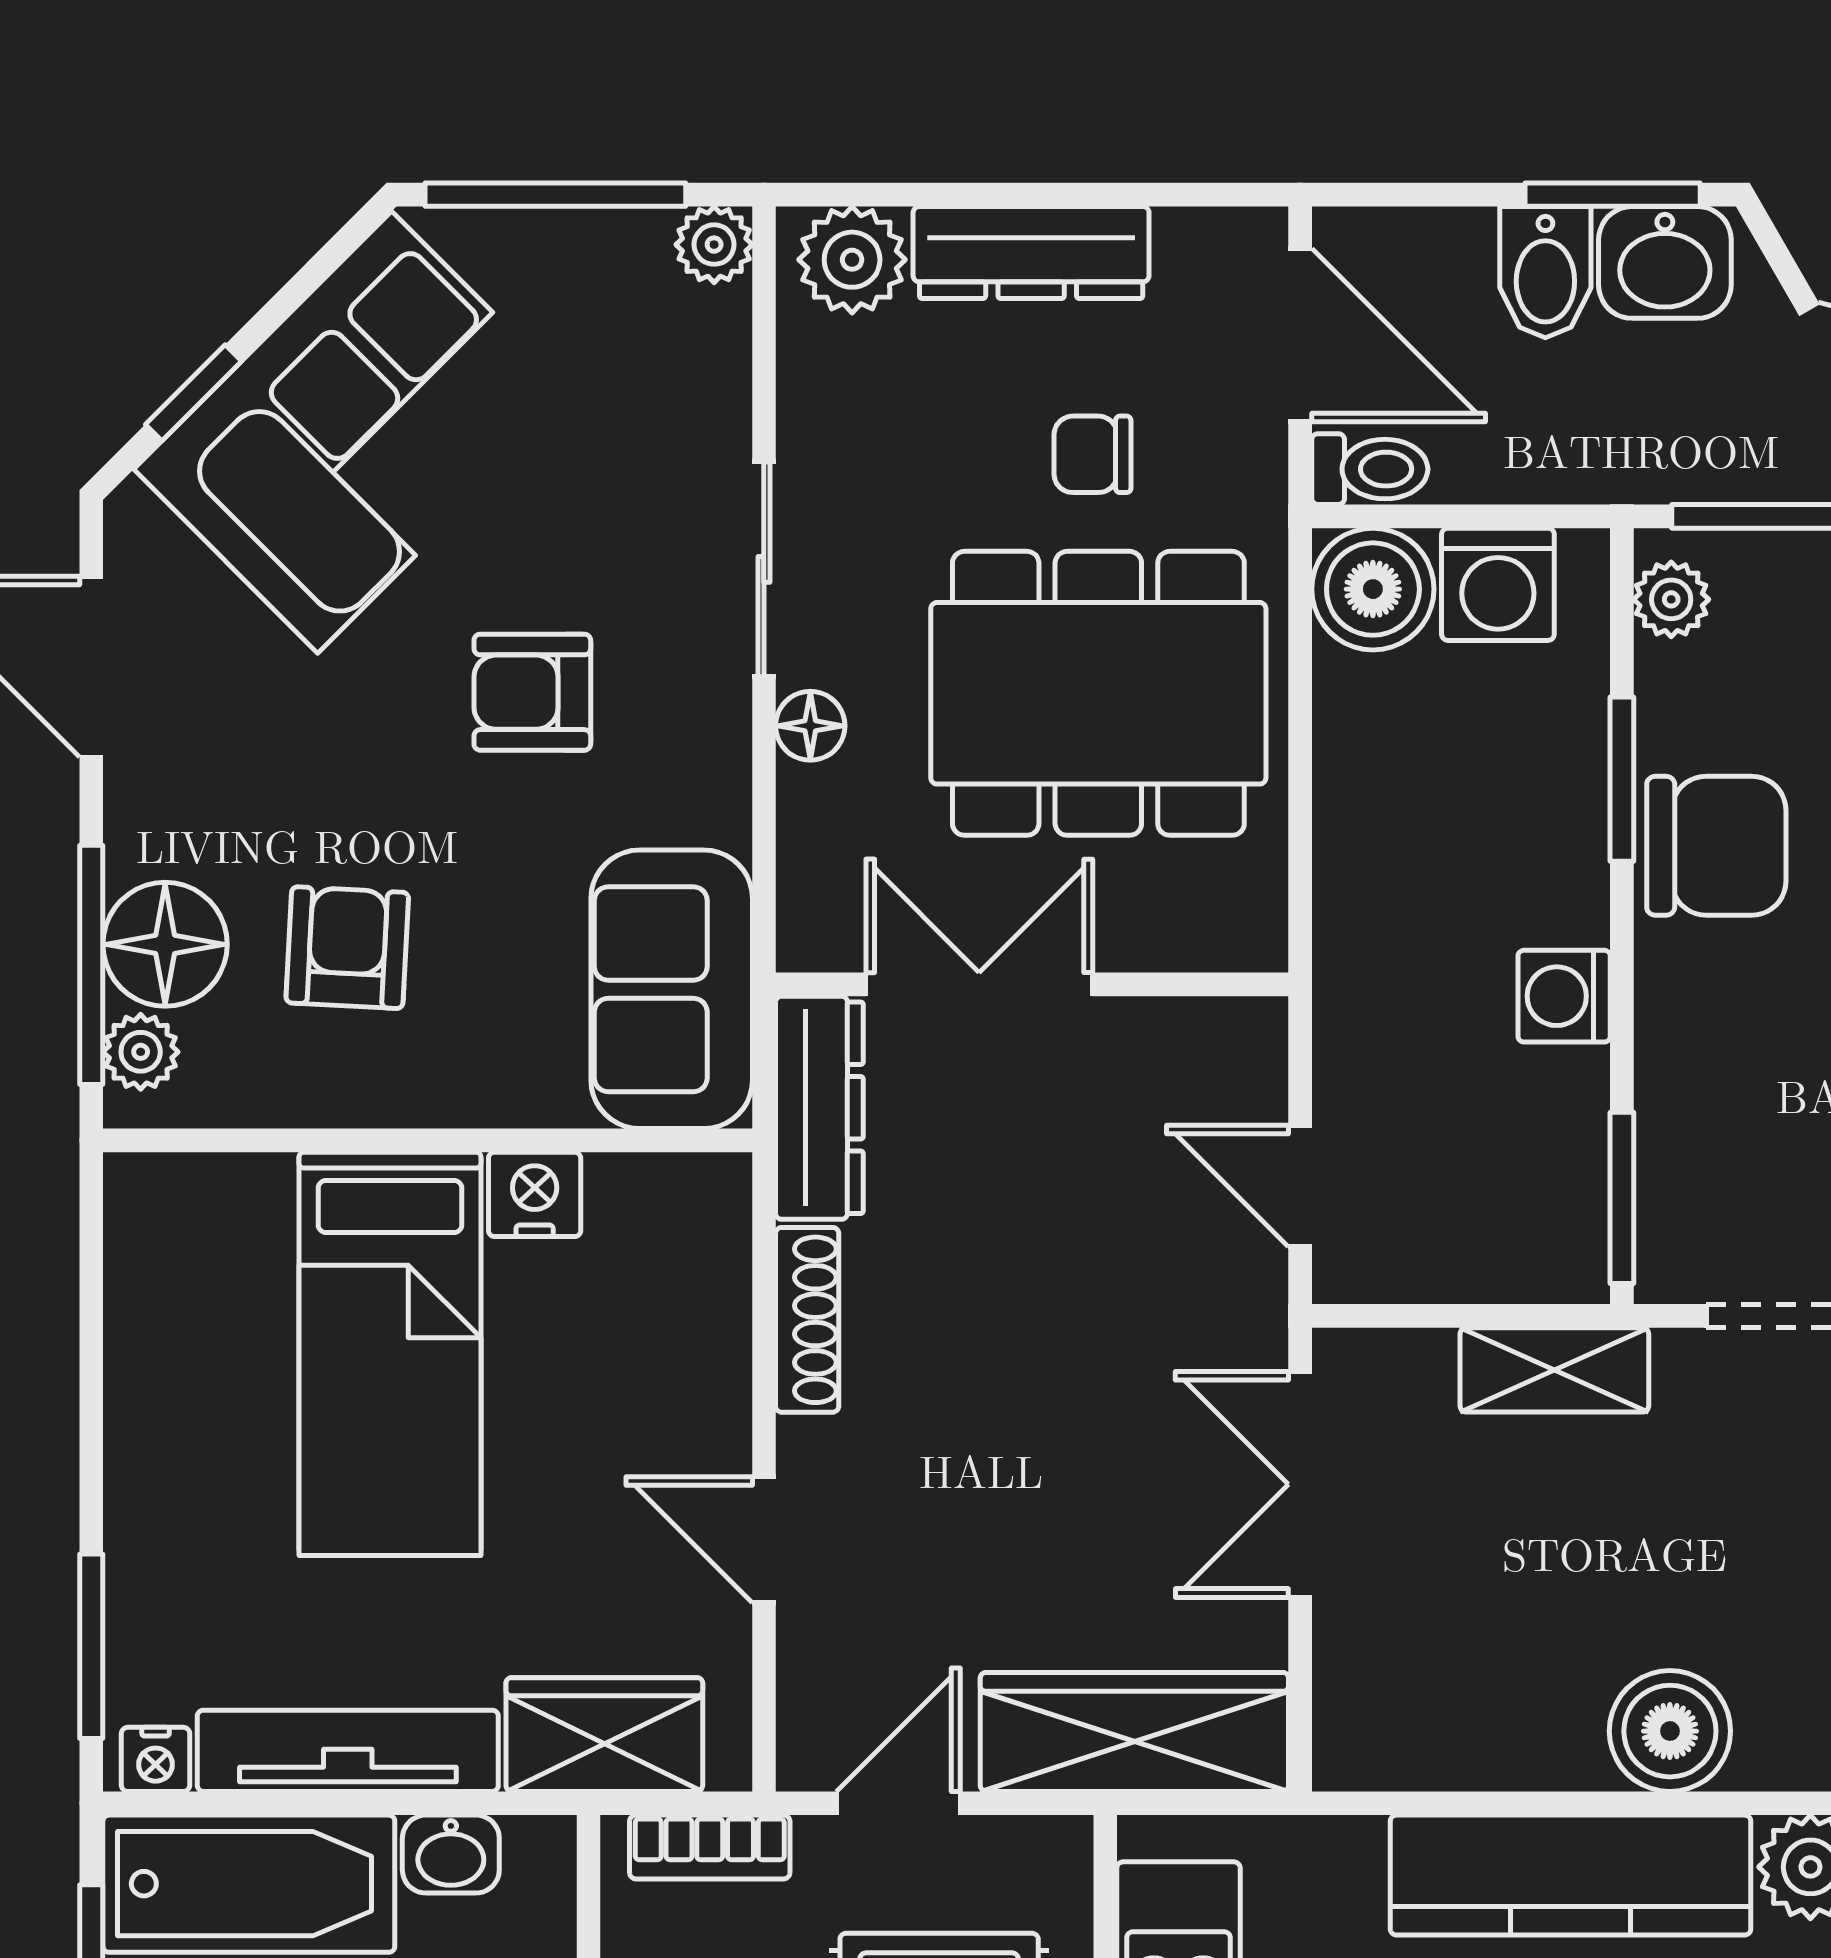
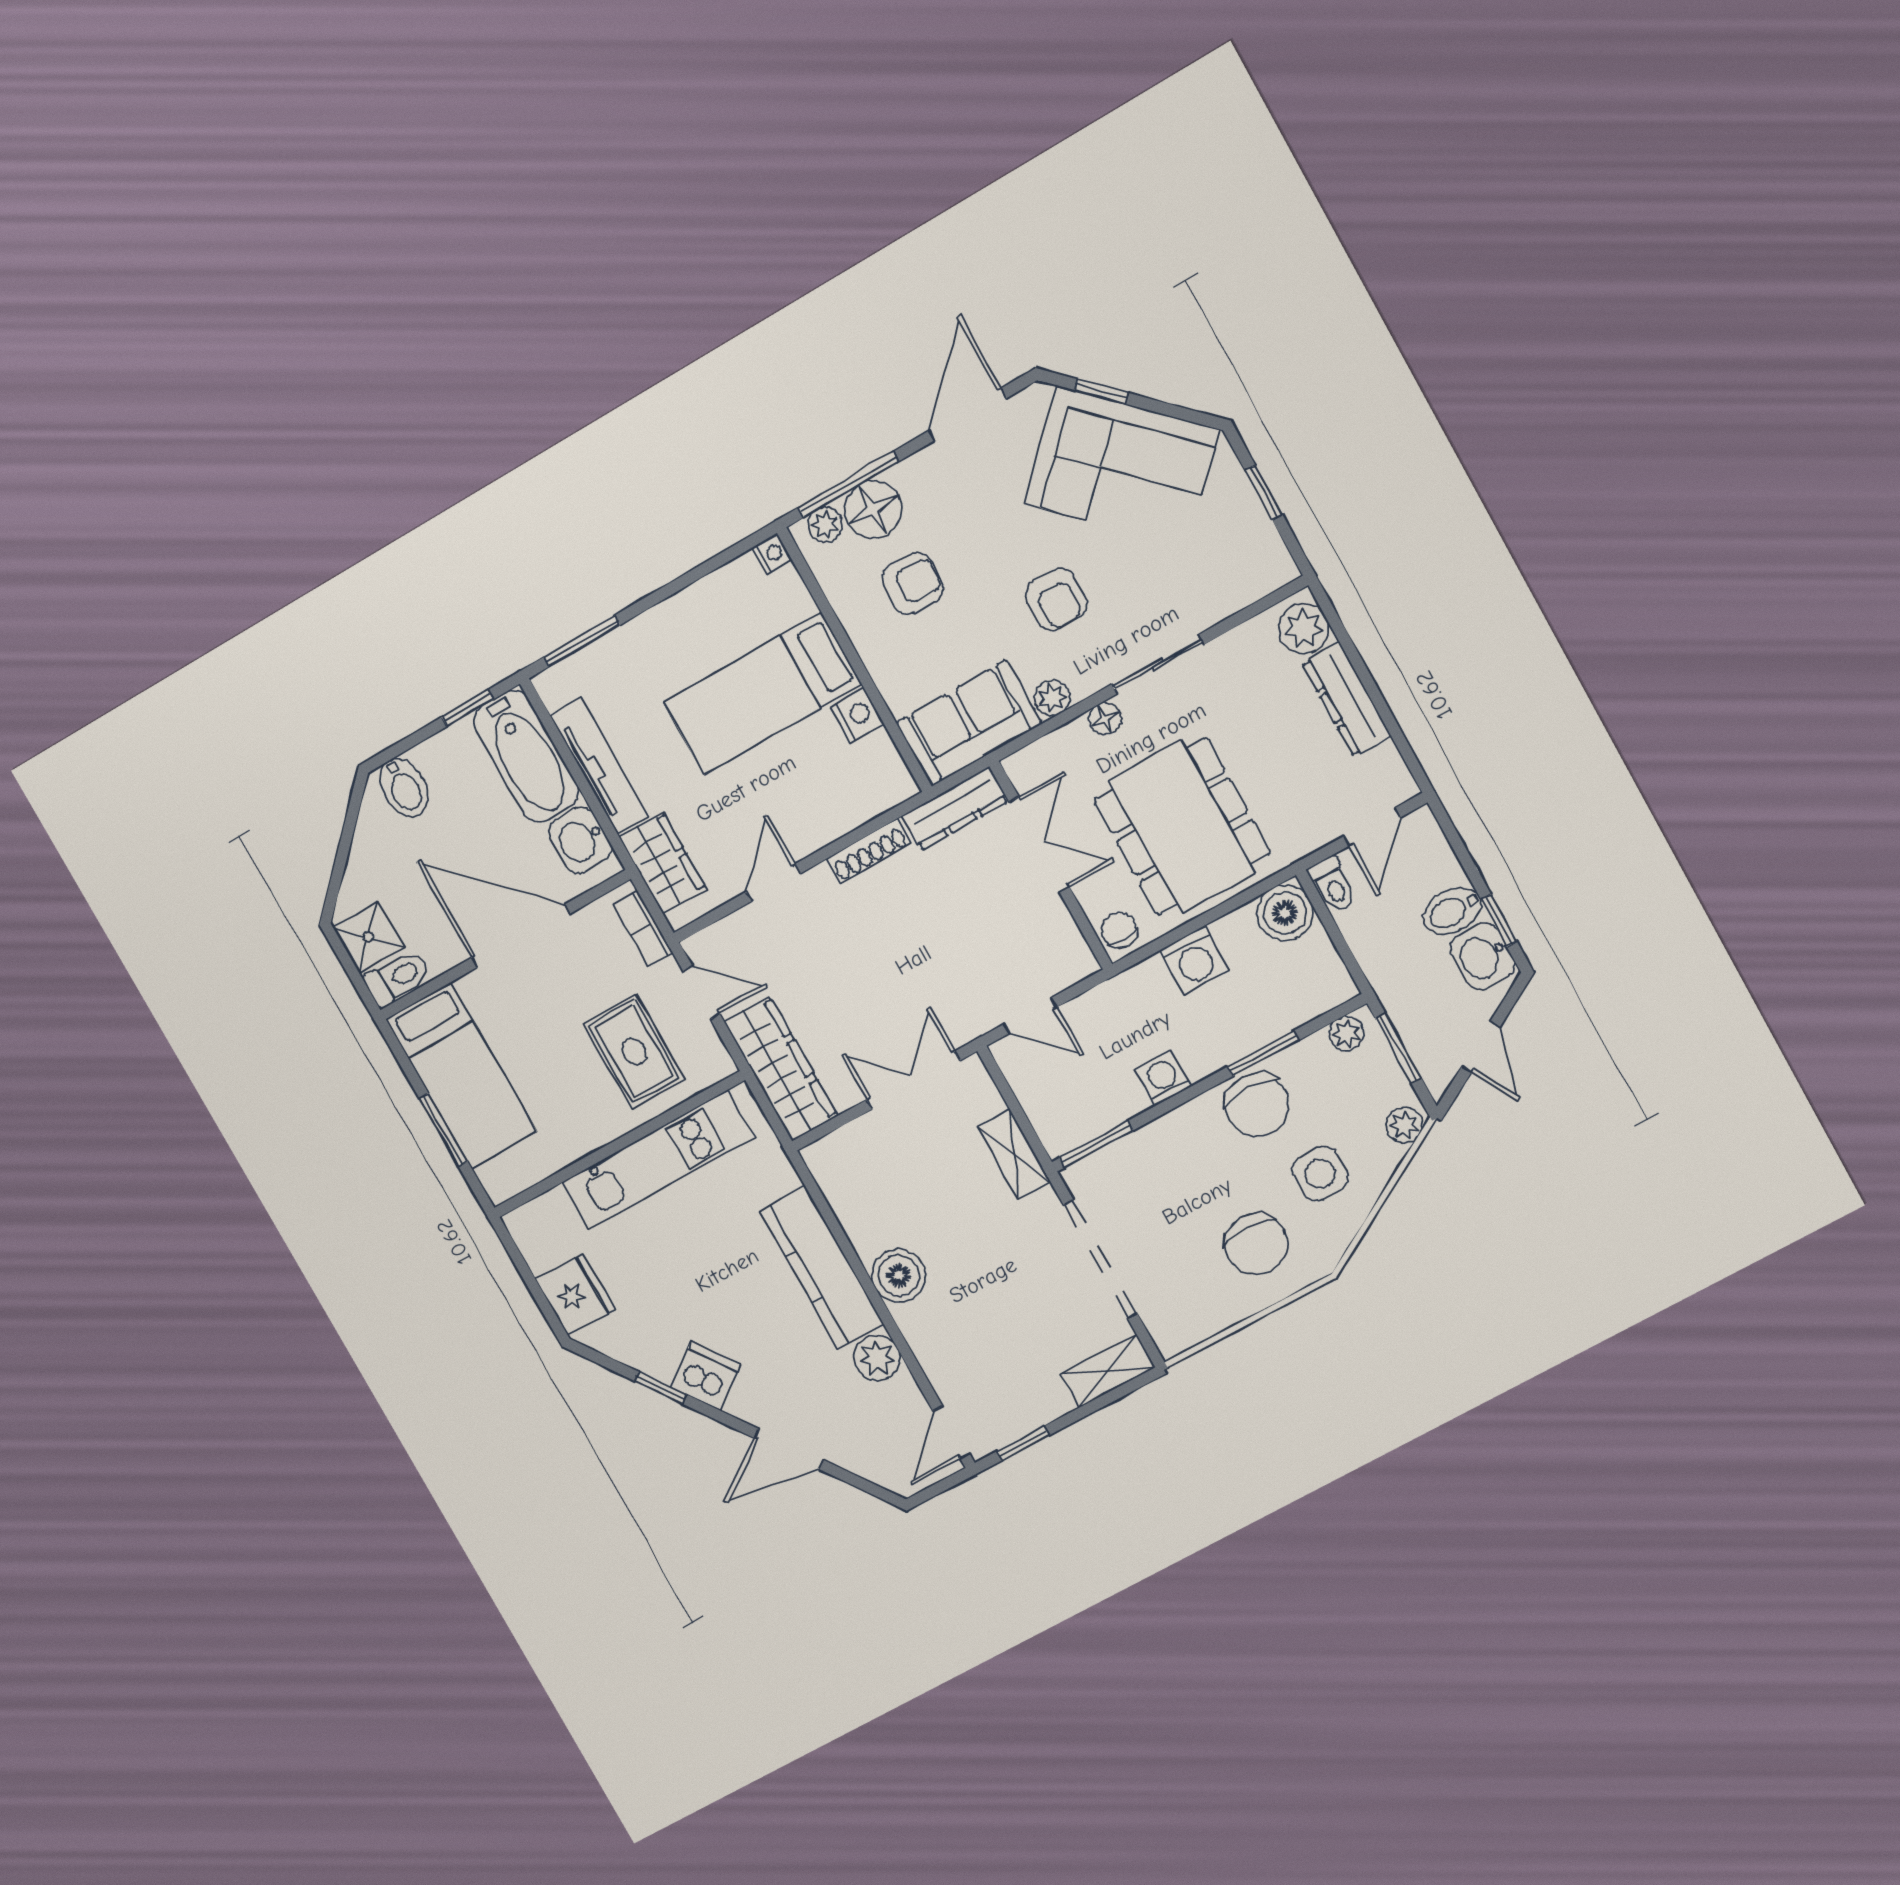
window: (555, 195) -> (1264, 493), width x0.46
window: (1613, 195) -> (1499, 921), width x0.67
plant: (714, 245) -> (1052, 698), moved
door: (1300, 335) -> (1372, 827), width x0.73
chair: (1093, 454) -> (1119, 930), moved
washing machine: (1498, 584) -> (1194, 960), moved, turned -90
armchair: (532, 692) -> (1056, 599), turned 180
door: (1300, 1186) -> (1030, 1016), swing flipped
nightstand: (156, 1759) -> (772, 554), moved, turned 180
washbasin: (451, 1854) -> (580, 840), width x1.38, depth x1.45

